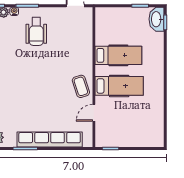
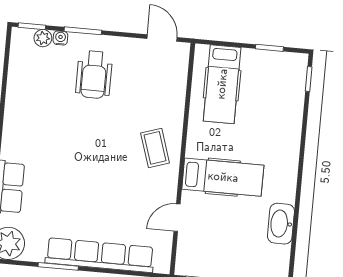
washbasin: (157, 19) -> (281, 224), moved
hospital bed: (118, 55) -> (222, 84), moved, turned 90
coffee table: (81, 86) -> (155, 148), moved

